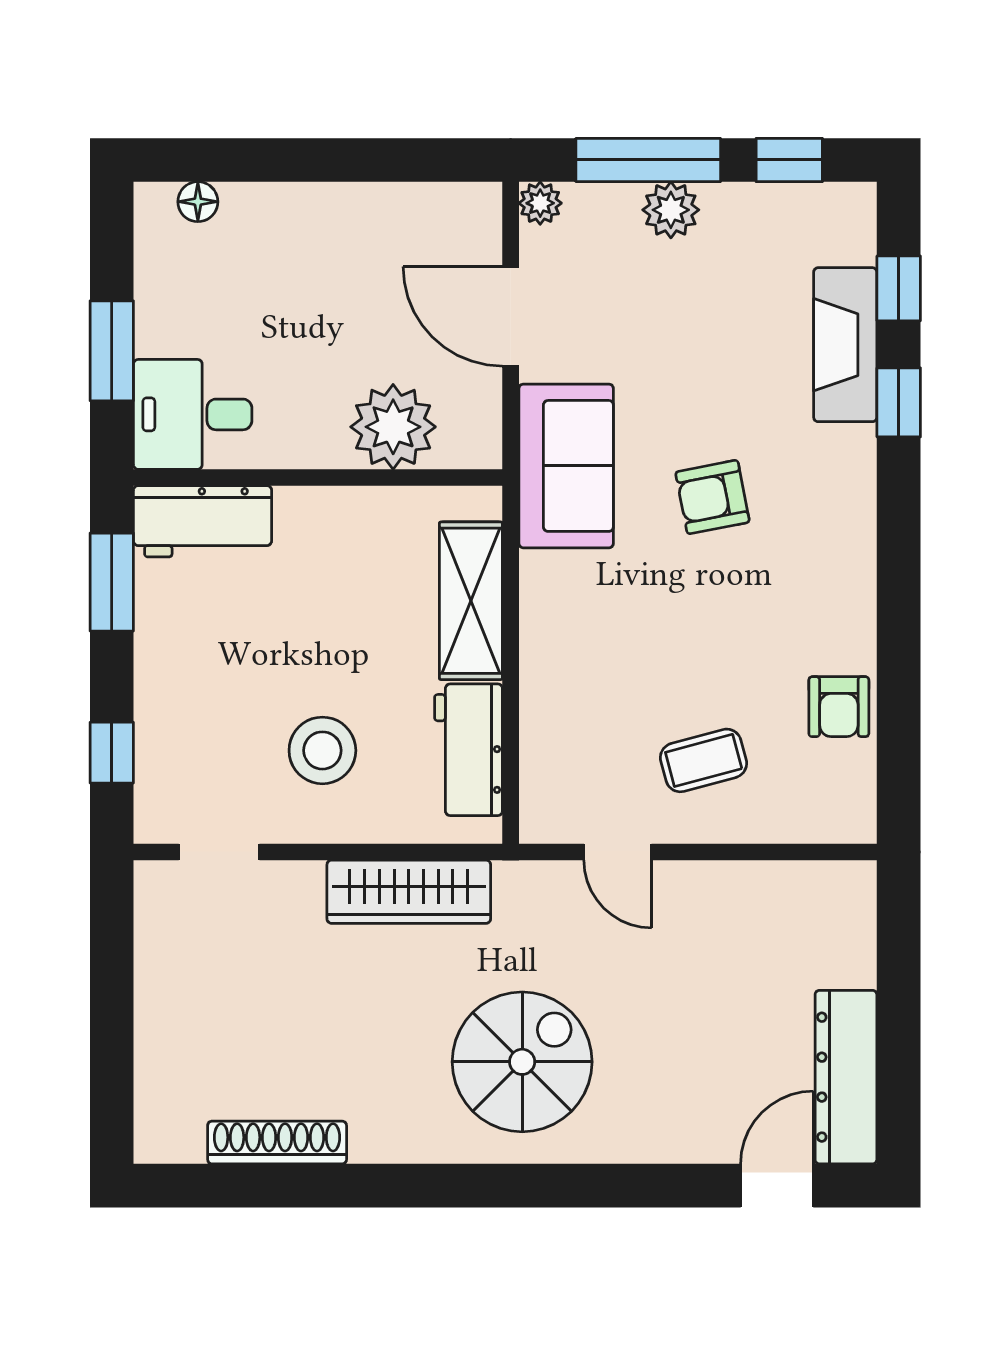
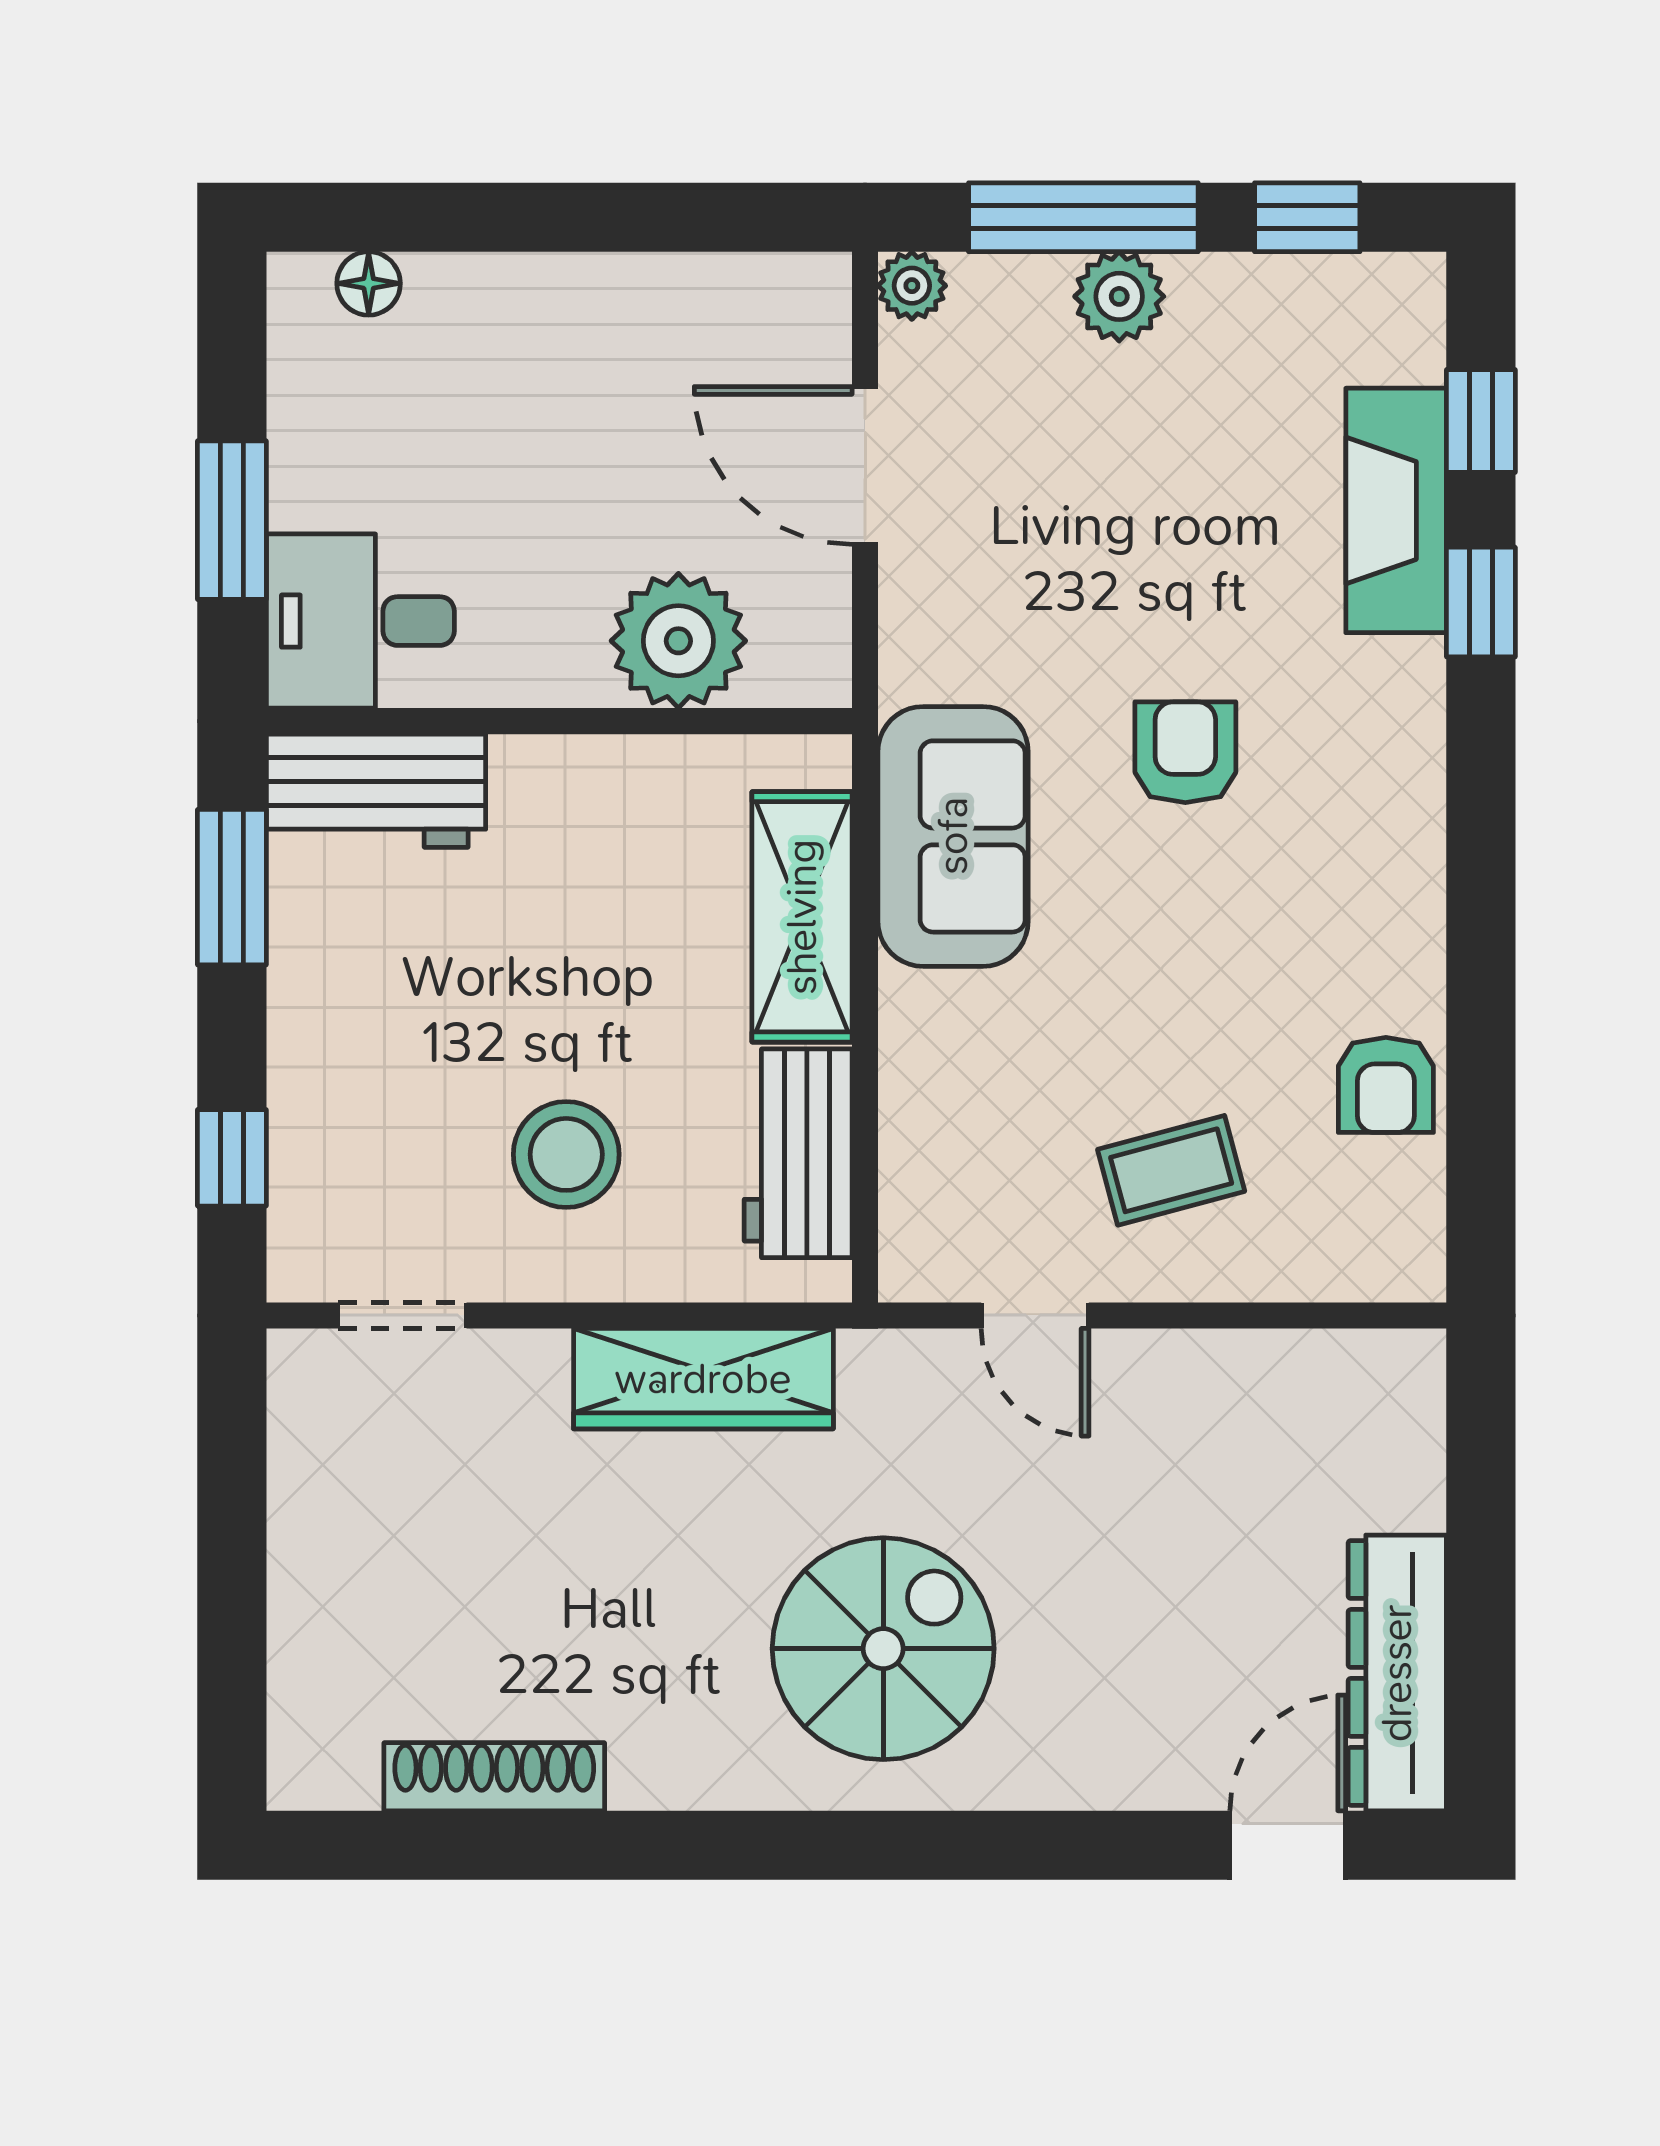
sofa: (566, 466) -> (953, 836), moved
armchair: (712, 497) -> (1185, 752), turned 101

